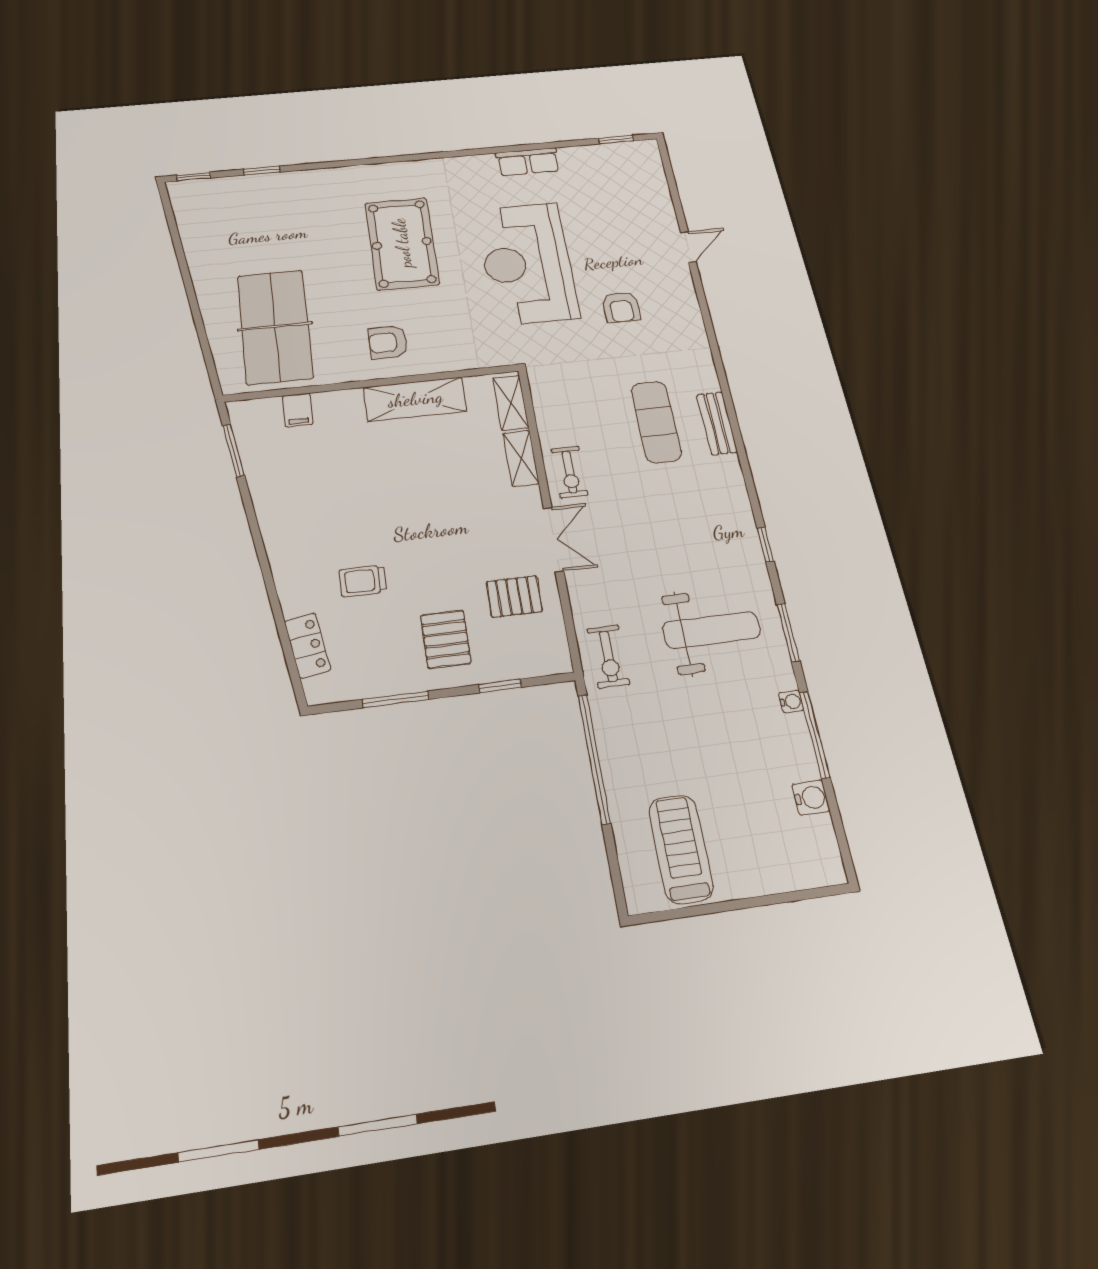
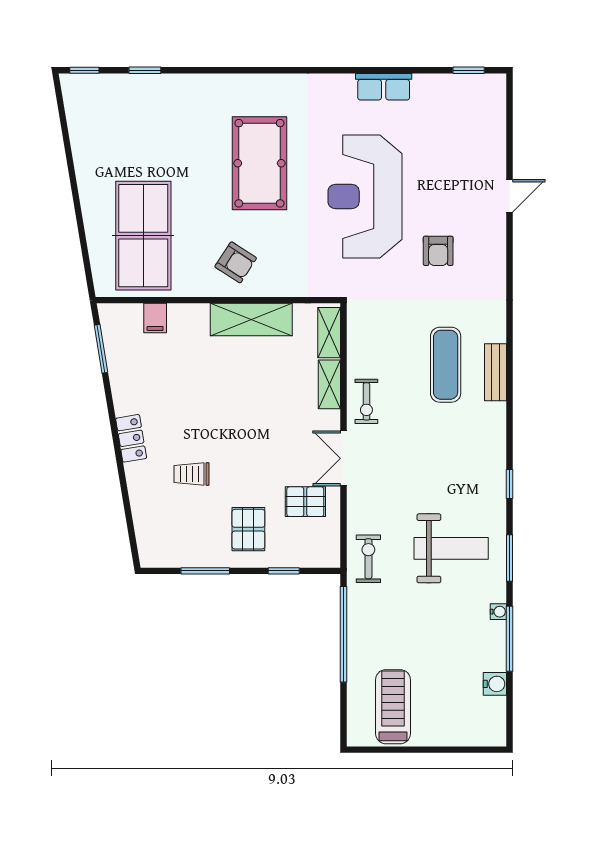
armchair: (388, 342) -> (236, 262), turned -147
double door: (553, 539) -> (344, 458), swing flipped
locker: (307, 646) -> (131, 438), moved
exercise bike: (608, 656) -> (368, 559), turned 180

